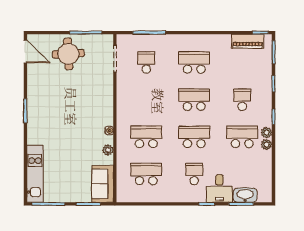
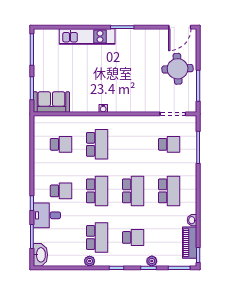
washbasin: (224, 39) -> (192, 220), added
plant: (266, 133) -> (152, 261), moved
plant: (108, 150) -> (84, 107), removed
kitchen unit: (35, 174) -> (87, 36), moved
school desk: (146, 174) -> (61, 144), width x0.54
washbasin: (245, 195) -> (40, 255), moved

